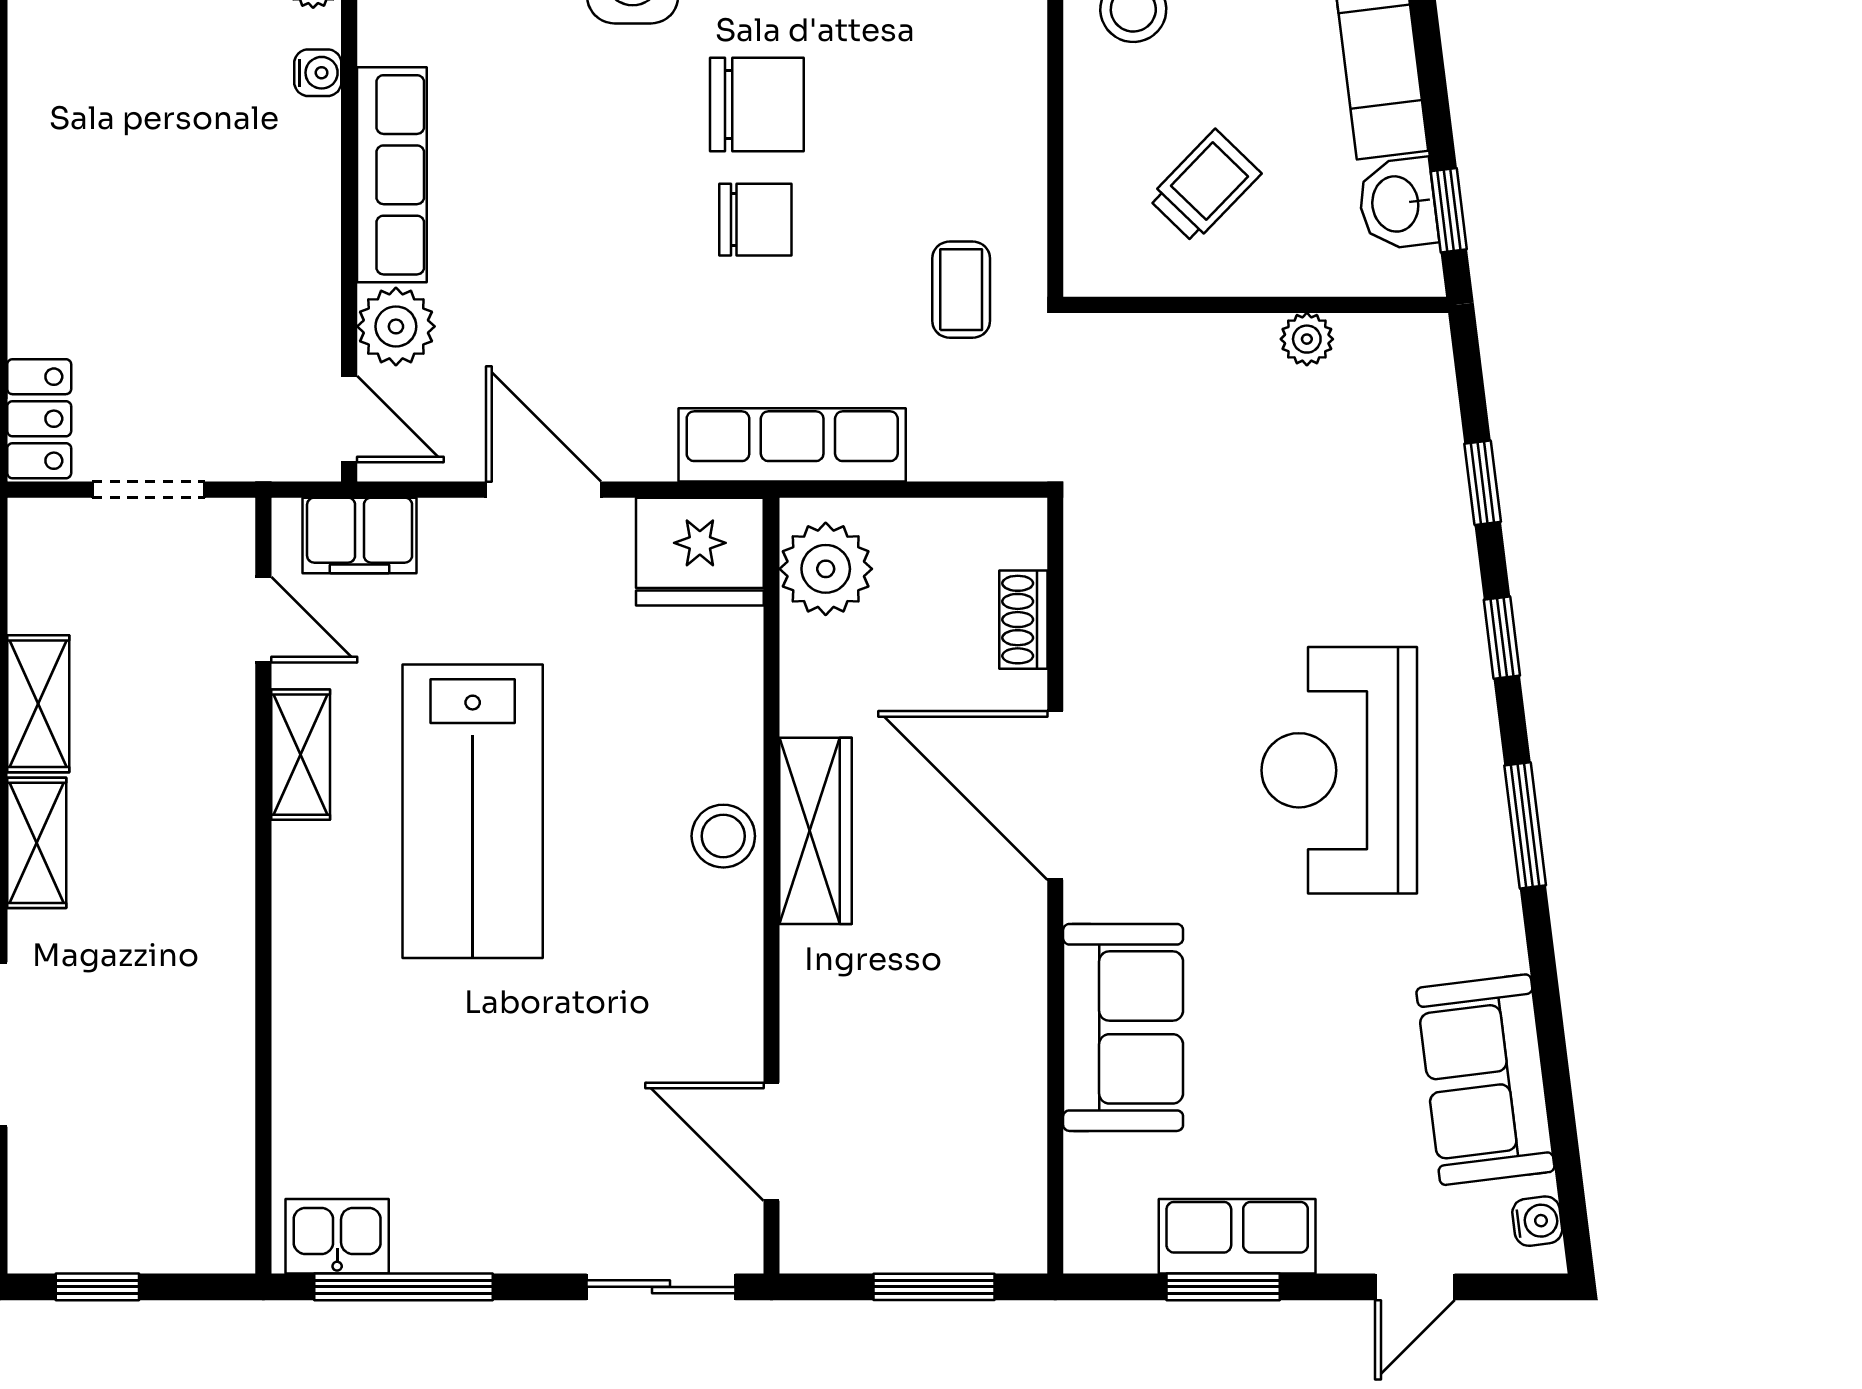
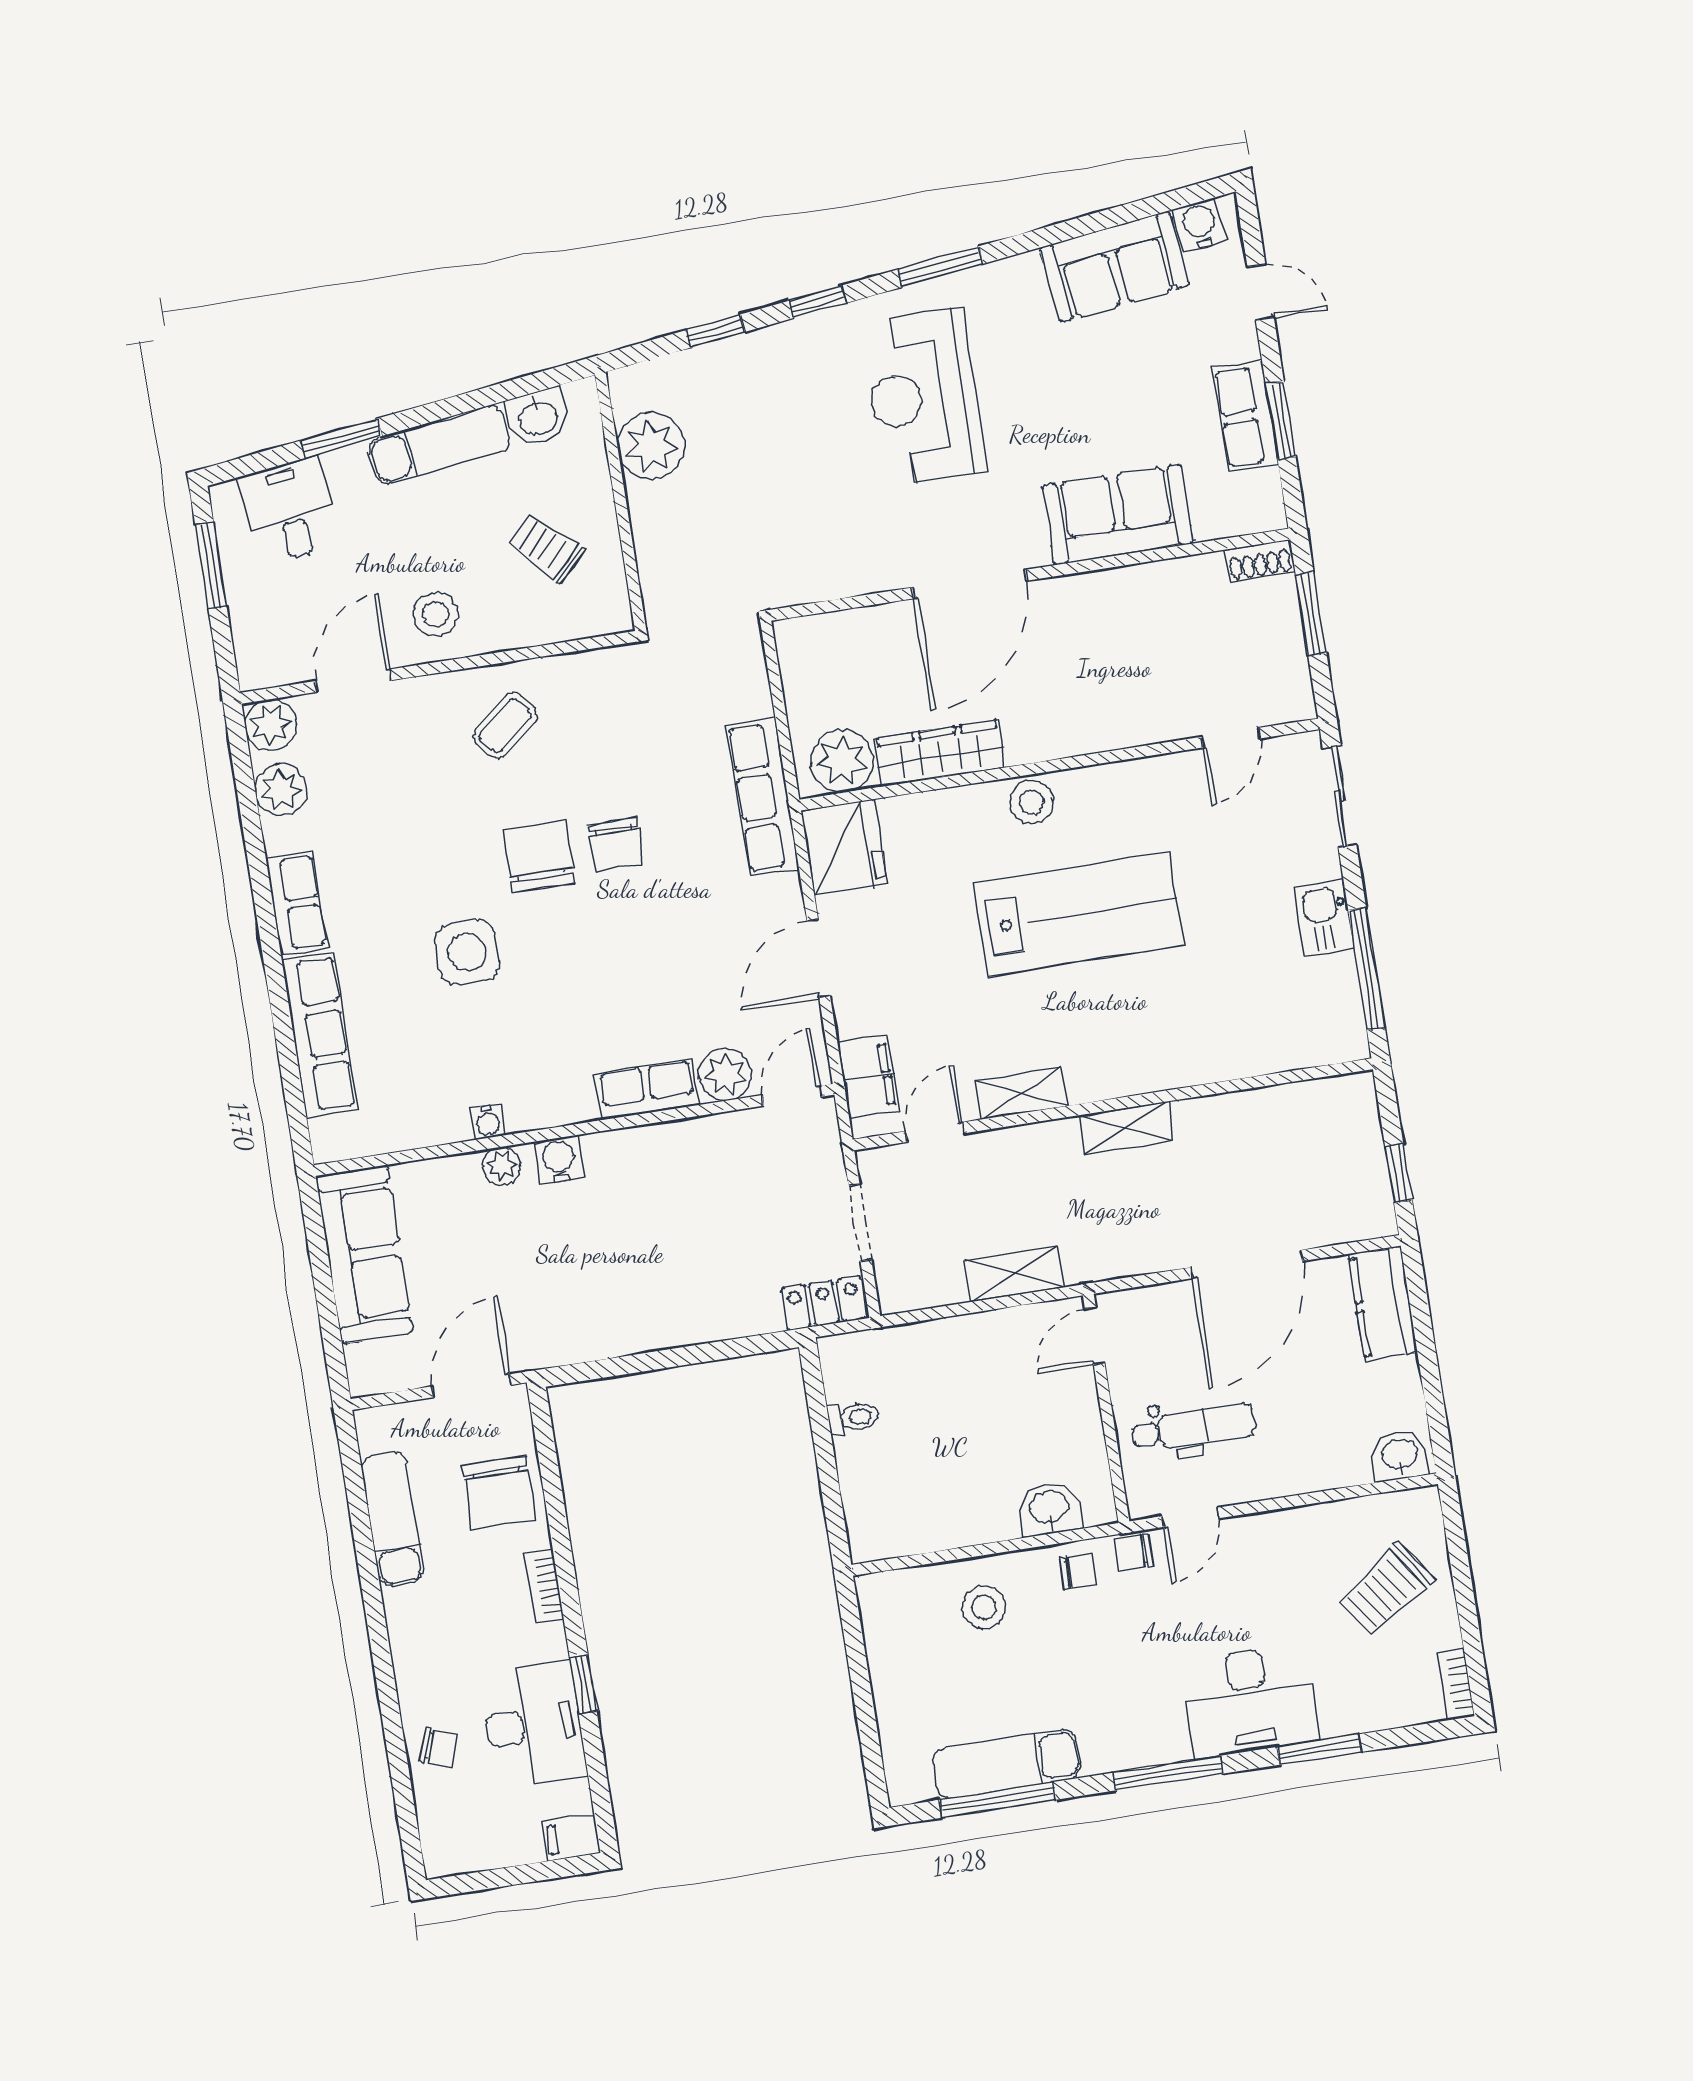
water cooler: (318, 73) -> (558, 1160), width x1.38, depth x1.38
row of seats: (392, 175) -> (647, 1089), width x0.68
window: (1449, 210) -> (537, 382), removed
chair: (755, 220) -> (616, 845), turned 180
coffee table: (961, 290) -> (505, 726), moved, turned -39
plant: (1307, 339) -> (651, 446), width x1.87, depth x1.87
shoe rack: (1023, 620) -> (1260, 560), moved
reception desk: (1339, 770) -> (923, 397), turned 90
lab bench: (473, 811) -> (1079, 914), moved
wardrobe: (815, 831) -> (940, 753), moved
shelving: (37, 843) -> (1126, 1128), moved
door: (772, 1142) -> (1231, 738), width x0.73
water cooler: (1537, 1221) -> (1200, 225), width x1.38, depth x1.38
kitchen sink: (337, 1236) -> (1324, 918), moved

